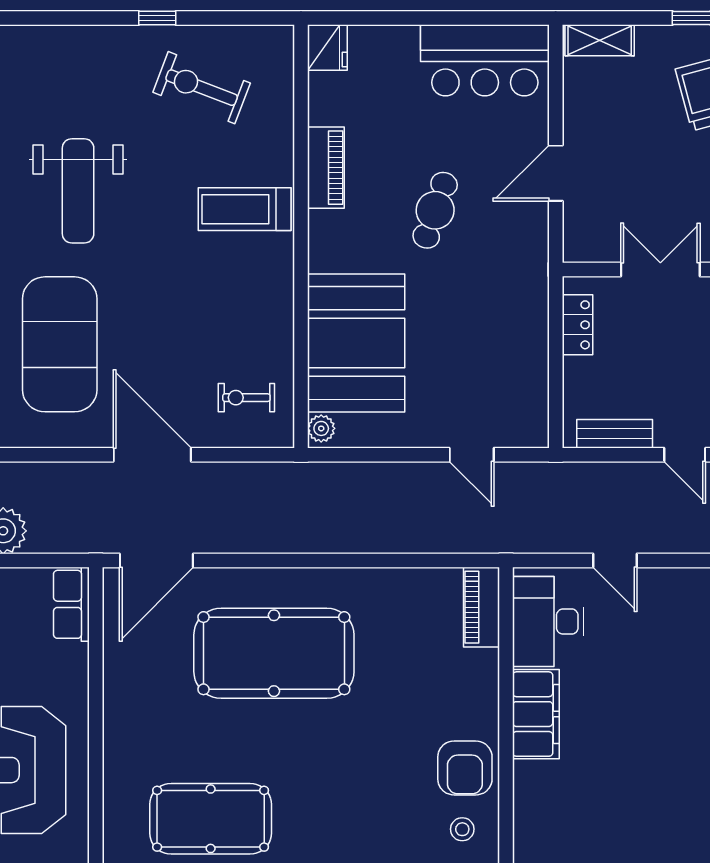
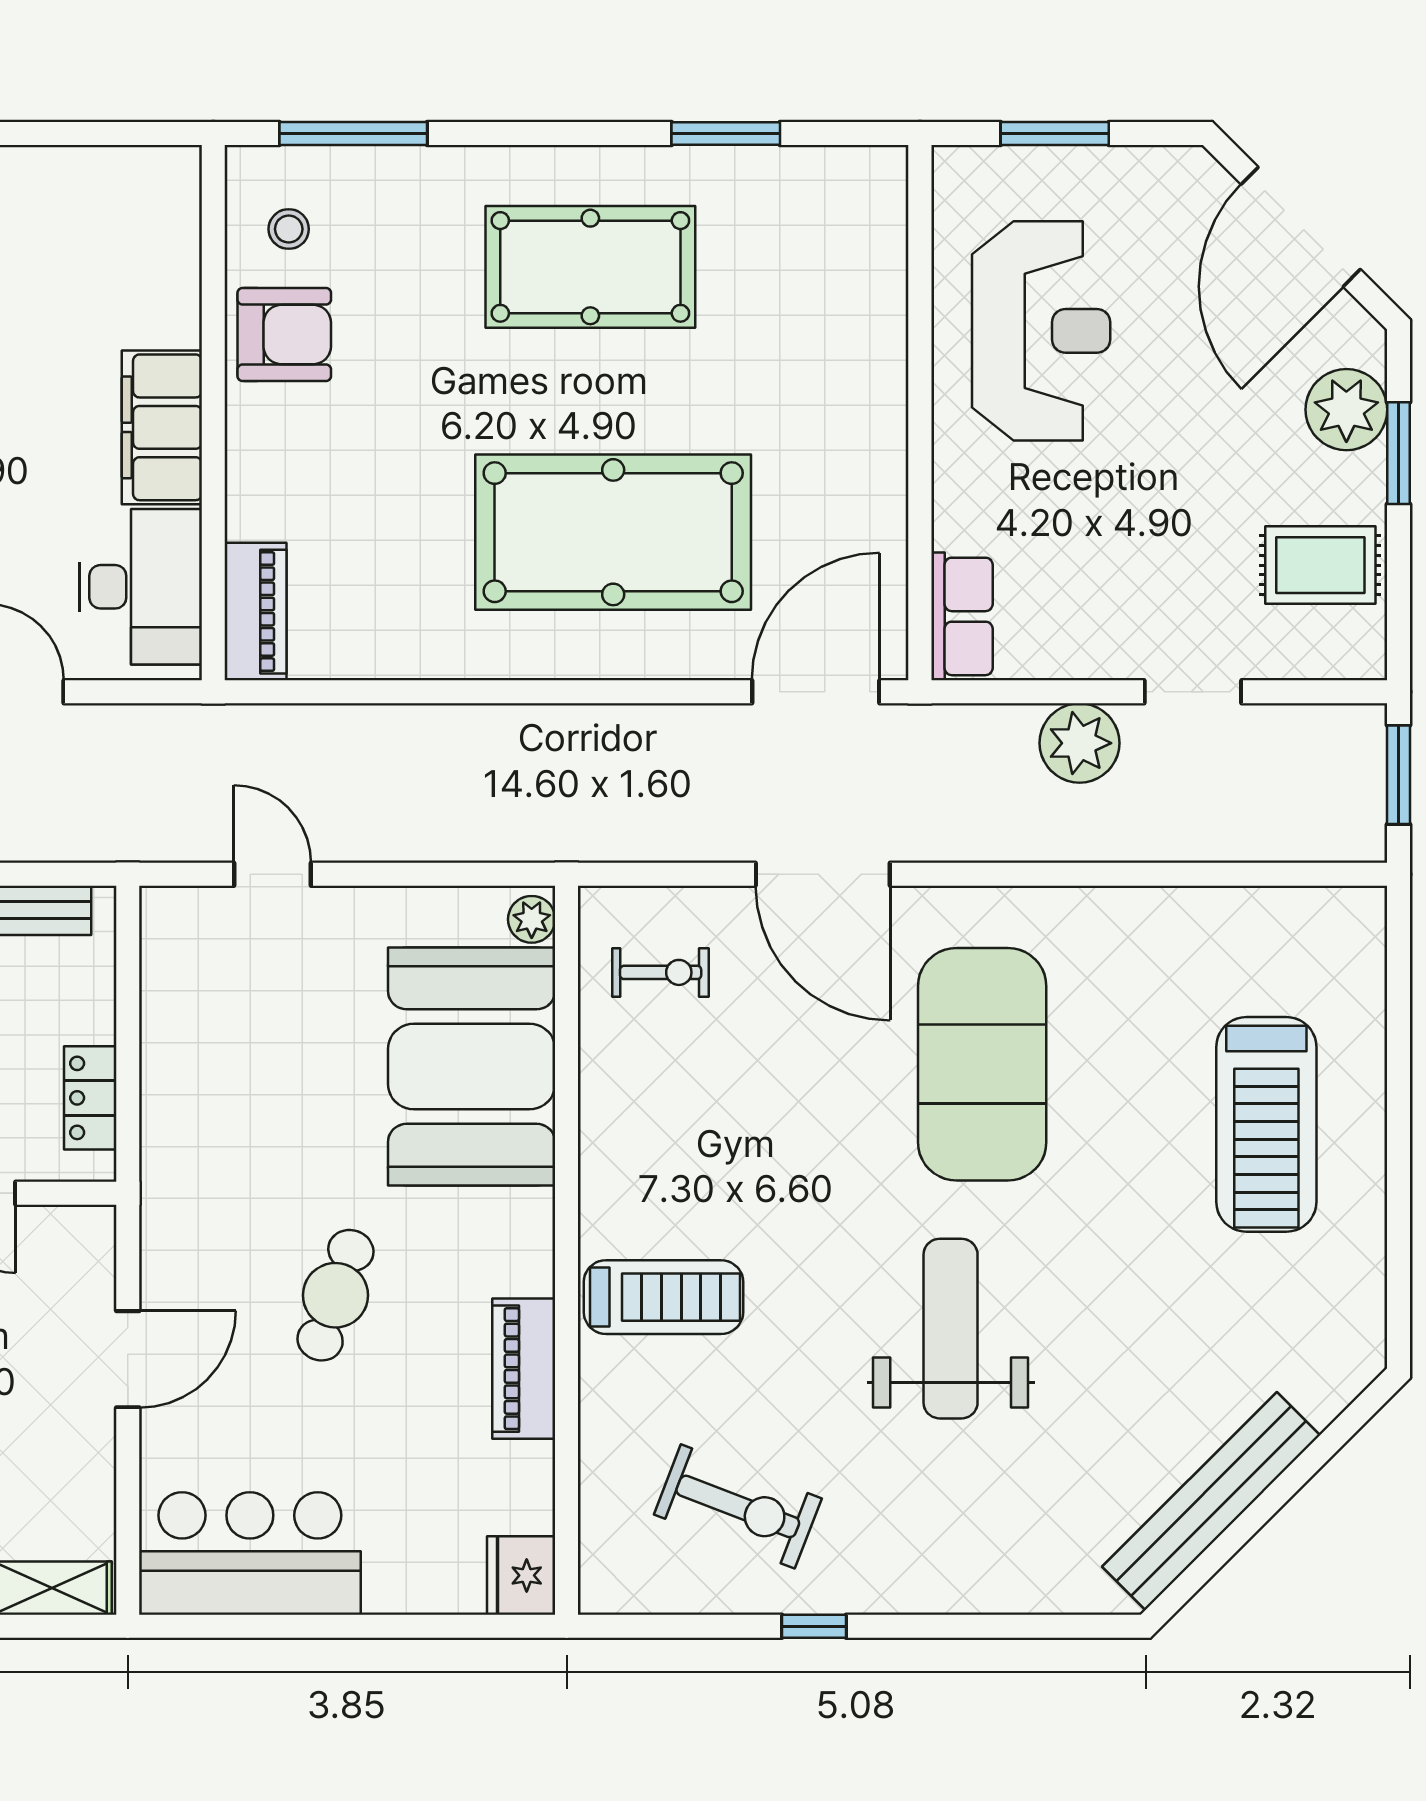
armchair: (465, 768) -> (284, 335), turned 90
pool table: (211, 819) -> (590, 267), moved

